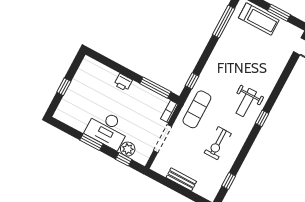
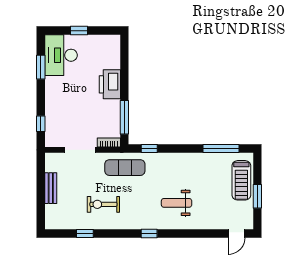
printer: (123, 82) -> (110, 84), width x1.87, depth x1.48
weight bench: (246, 103) -> (177, 203), moved
desk: (107, 129) -> (61, 55), moved
window: (91, 142) -> (41, 67), moved
plant: (128, 149) -> (52, 122), removed
window: (229, 181) -> (85, 233), moved

